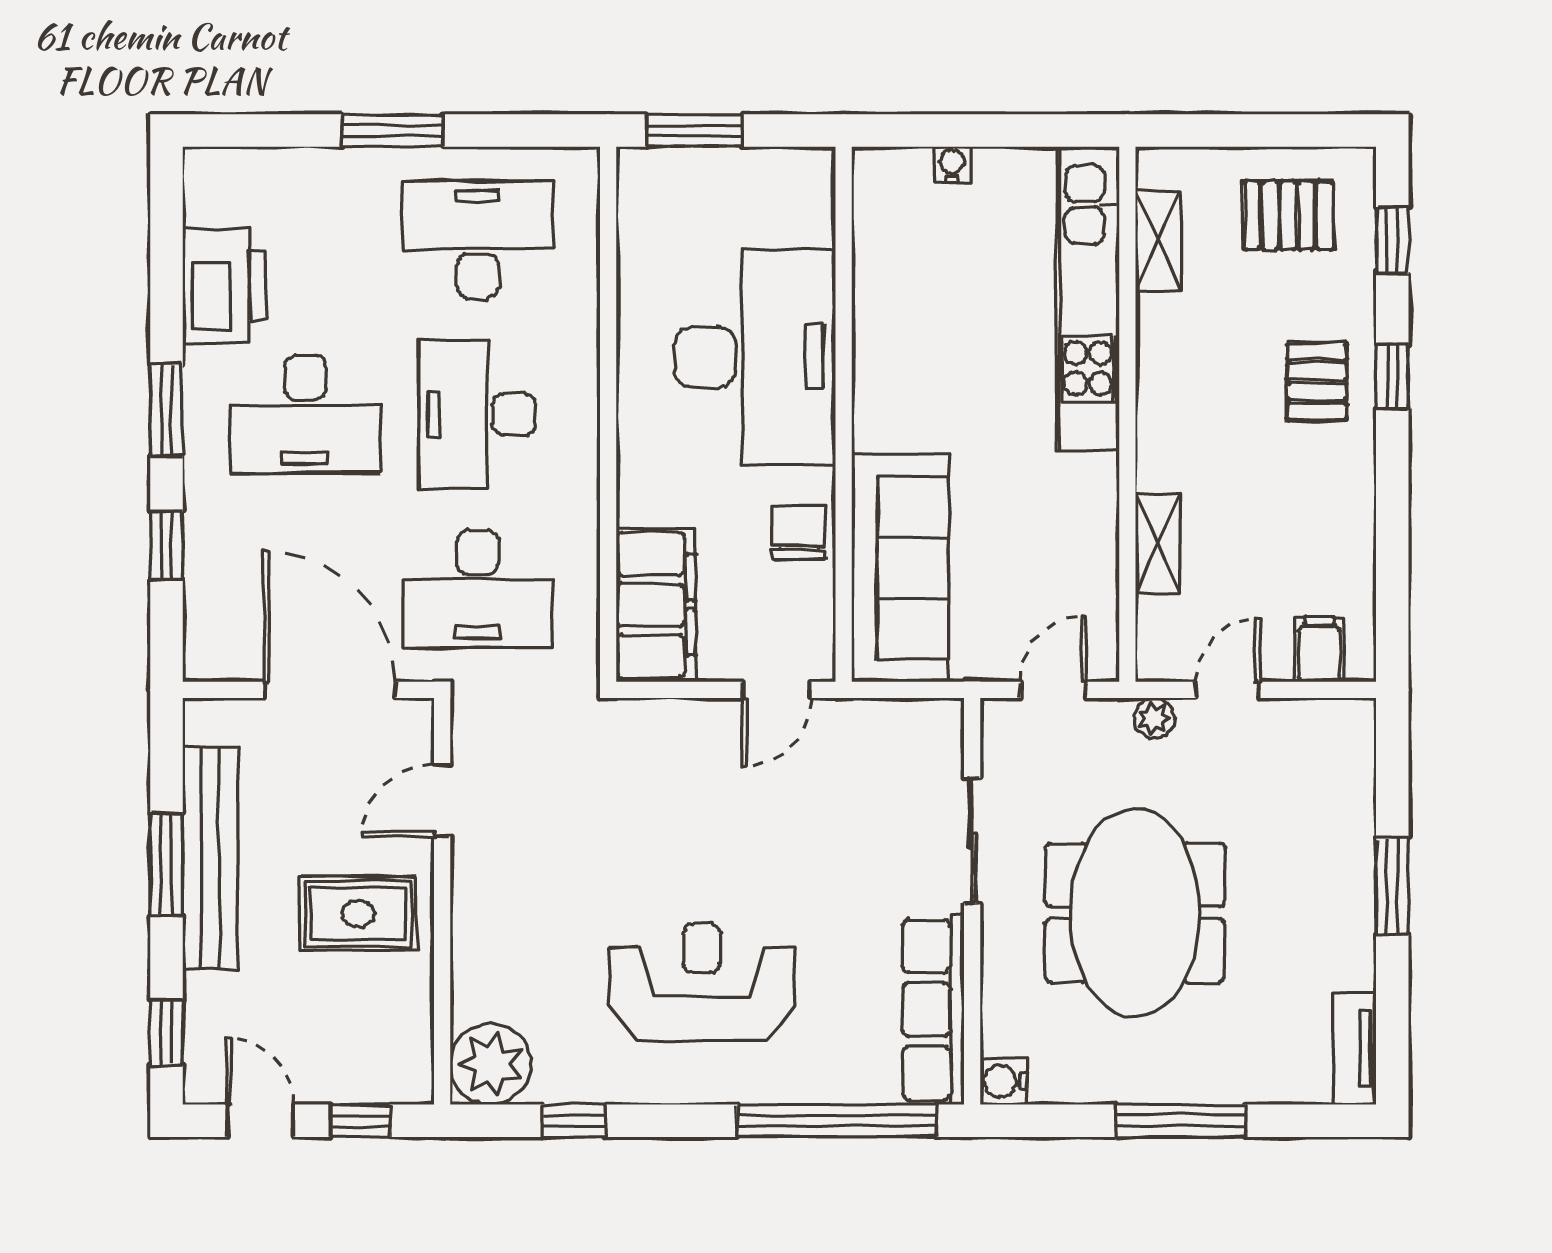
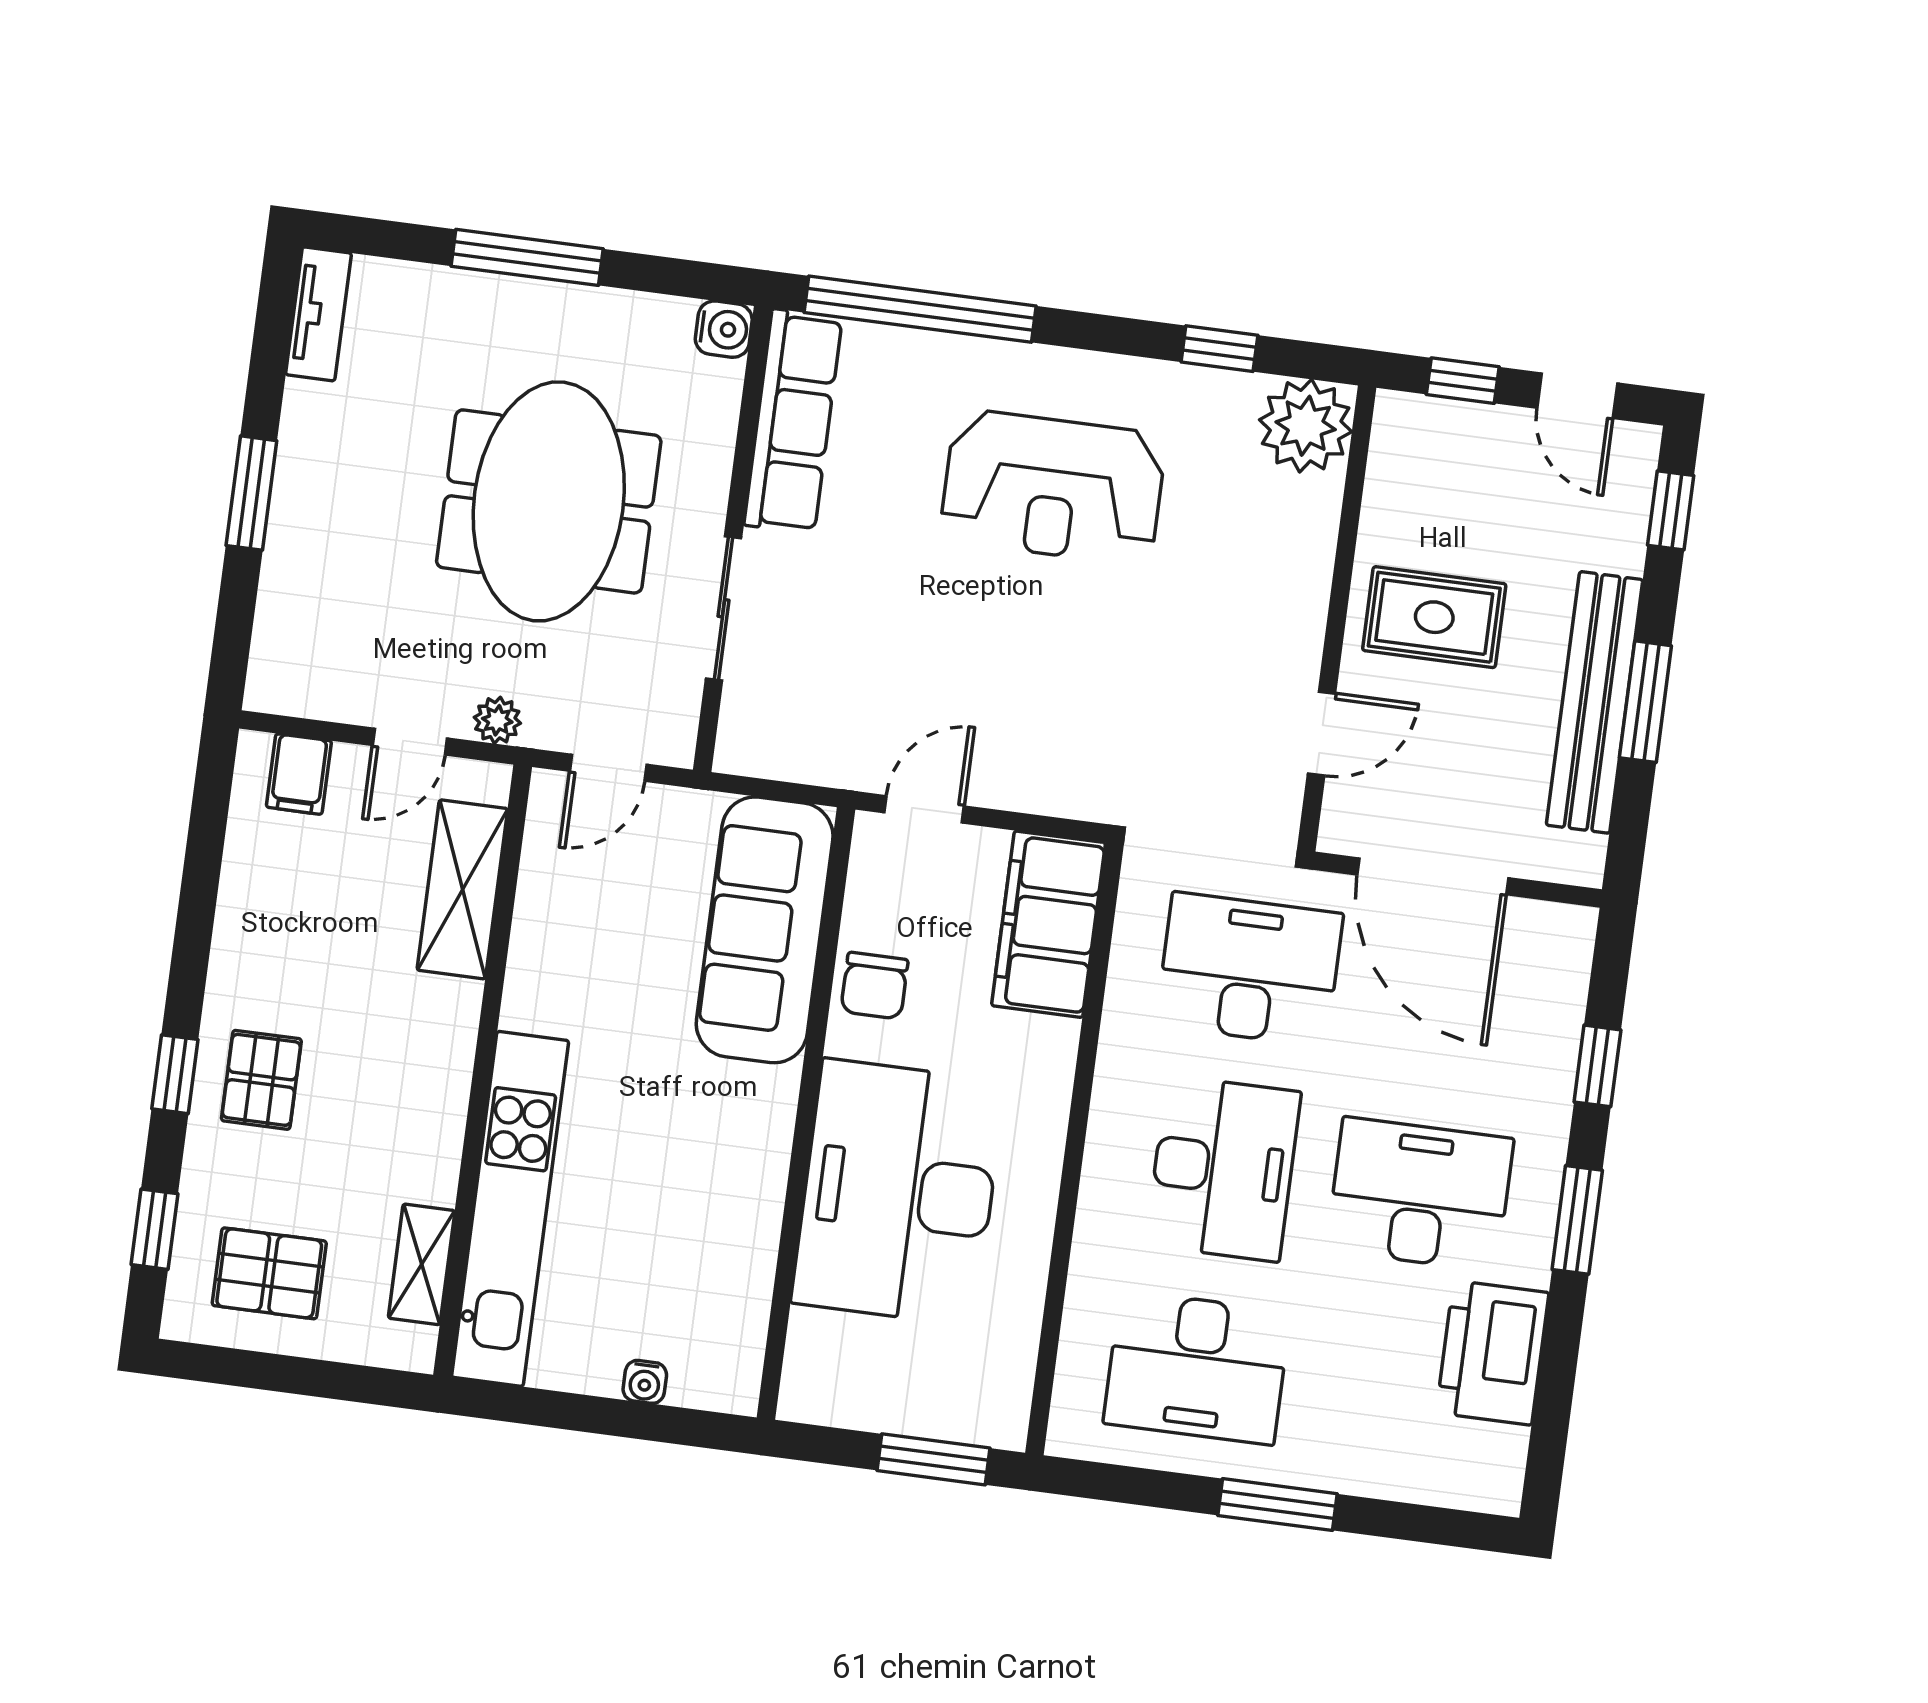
shelving: (1158, 544) -> (462, 889), width x1.50, depth x1.33

